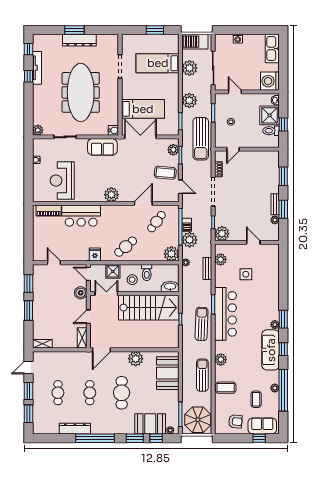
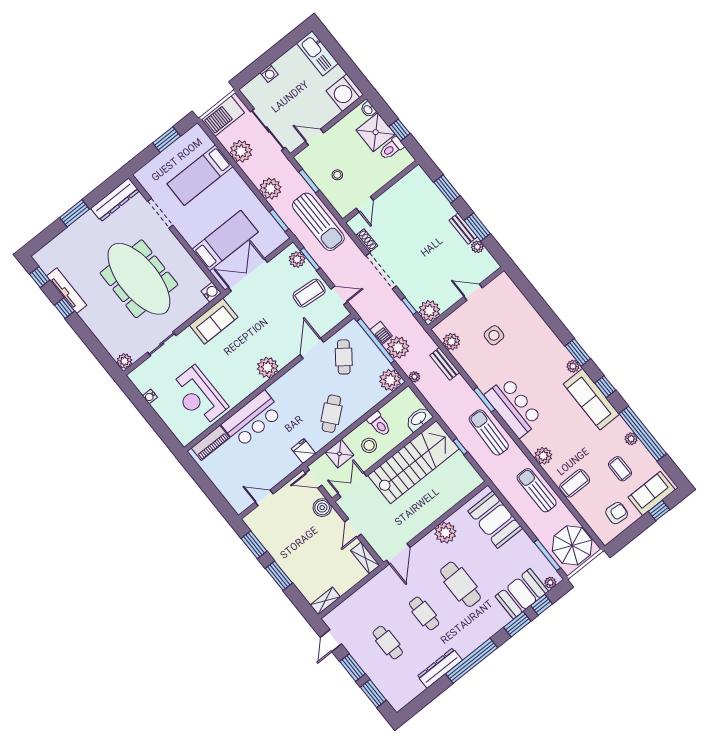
dresser: (79, 40) -> (115, 200), moved
bar counter: (225, 314) -> (513, 407), width x0.73

